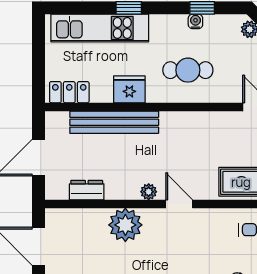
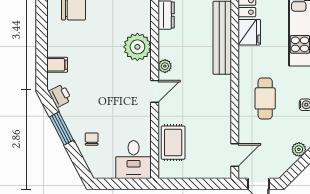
fridge: (129, 89) -> (249, 32), moved

